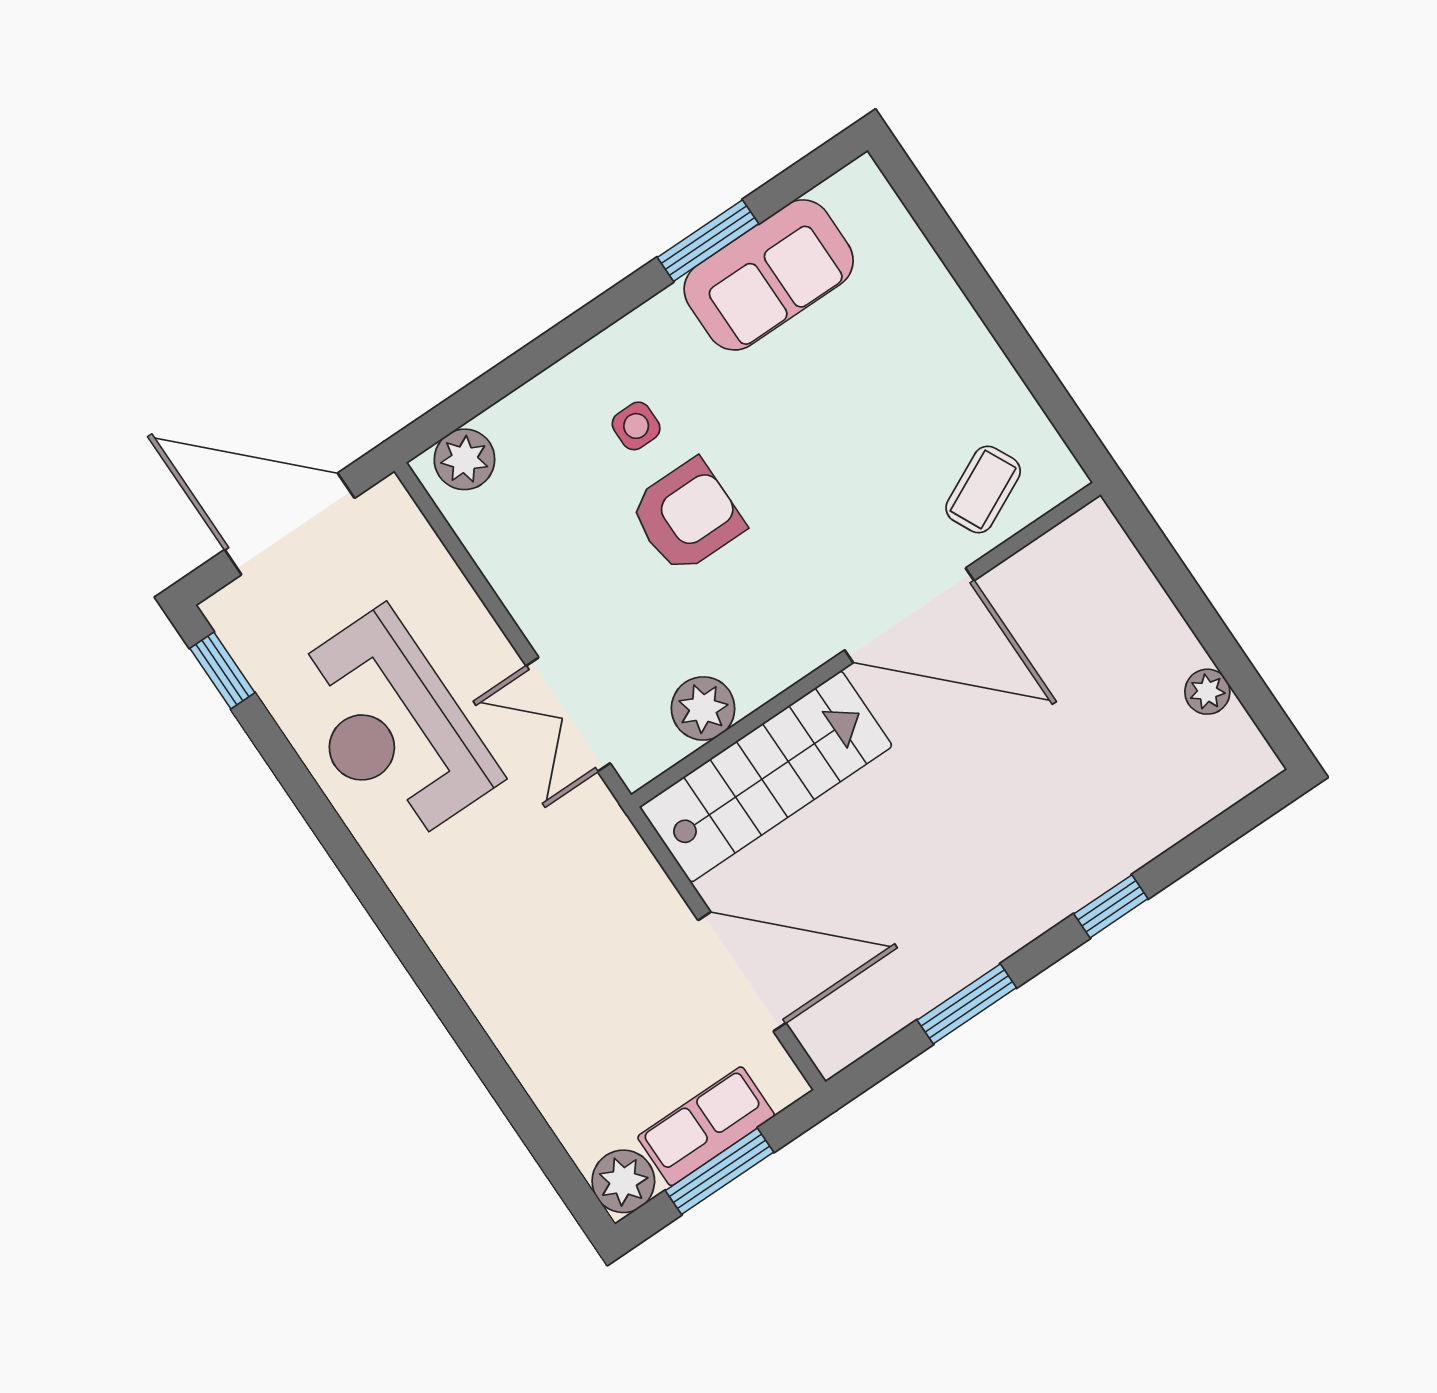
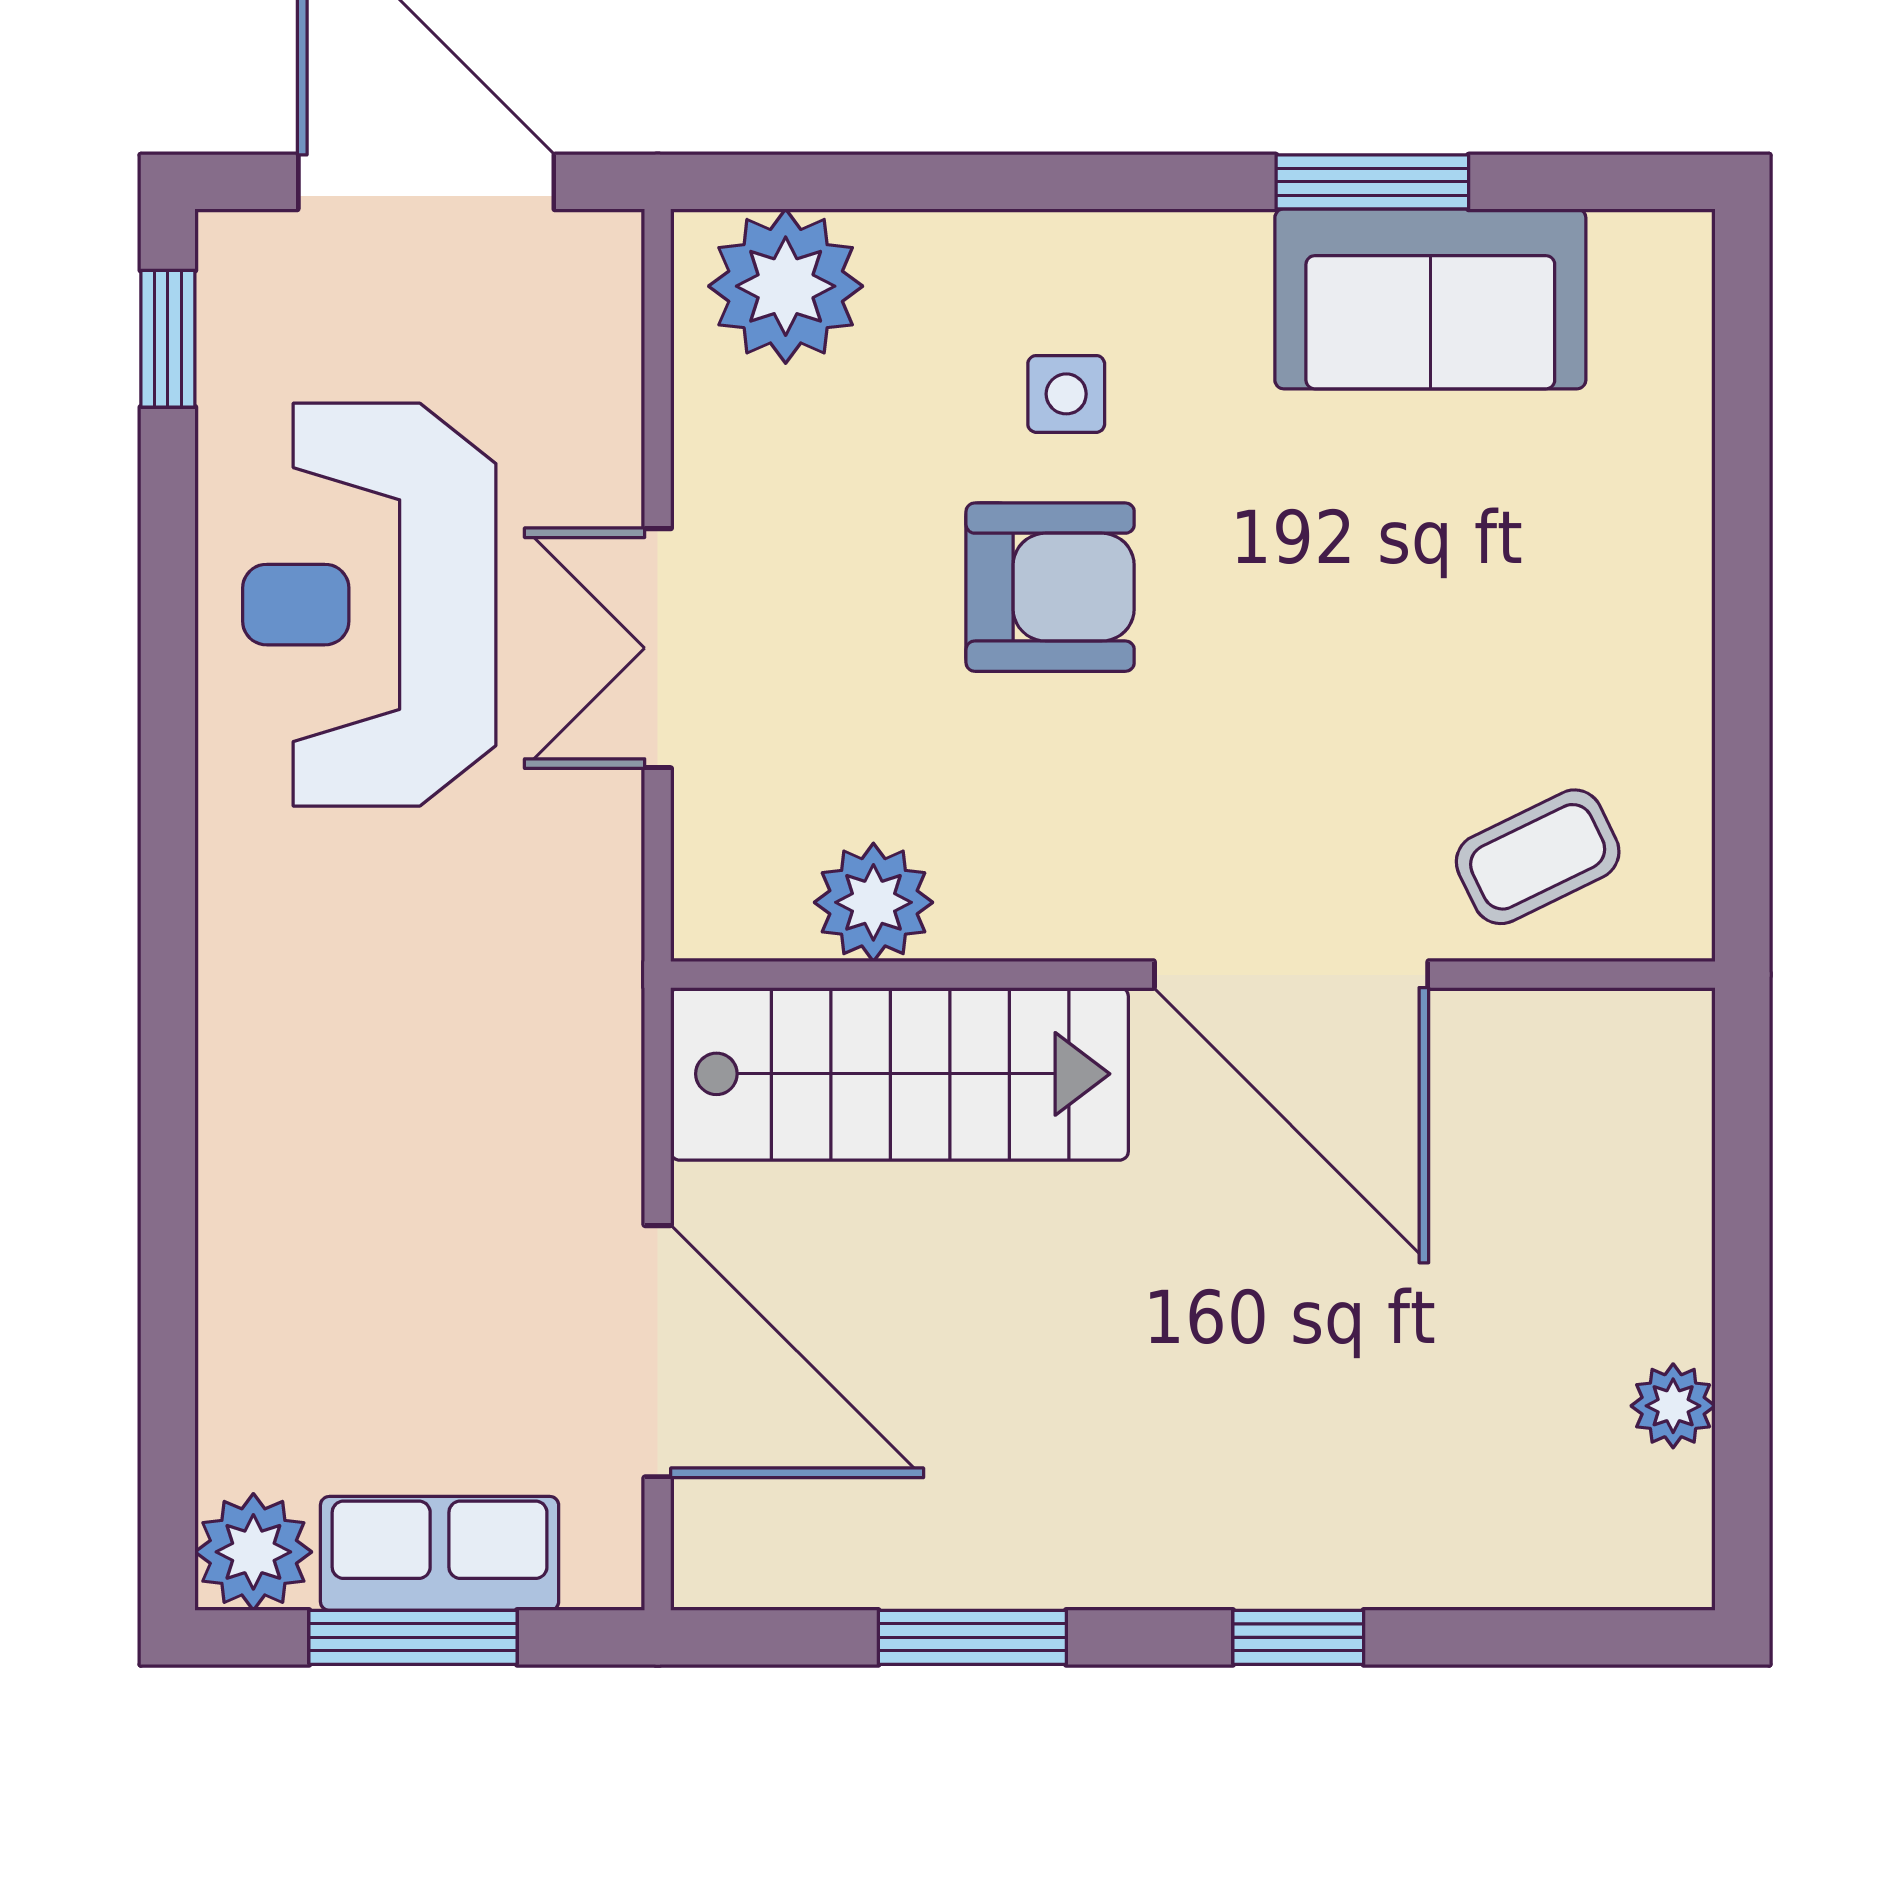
plant: (464, 459) -> (786, 286), width x1.36, depth x1.36
double door: (568, 715) -> (658, 648), moved

